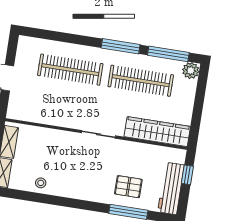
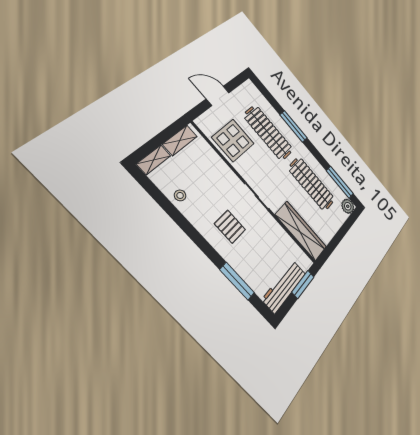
window: (121, 46) -> (293, 126), moved
display table: (47, 105) -> (233, 140), added
window: (187, 175) -> (303, 284), width x1.50
pallet: (128, 187) -> (230, 227), moved

